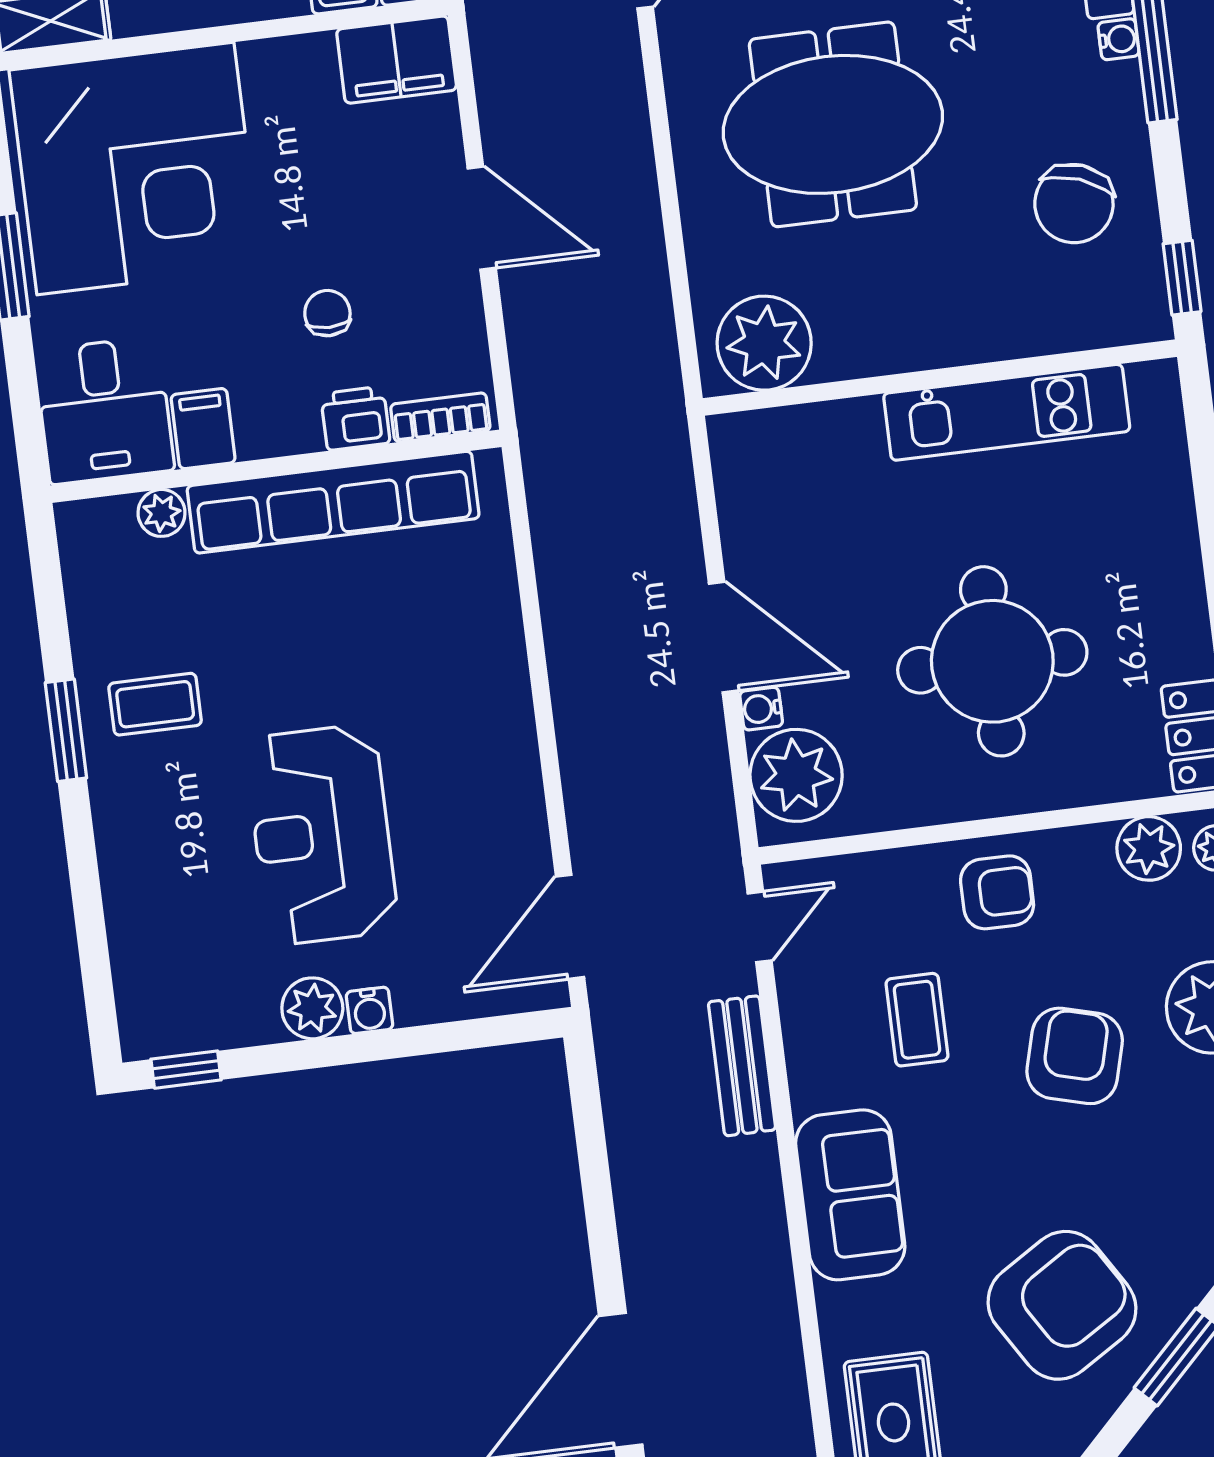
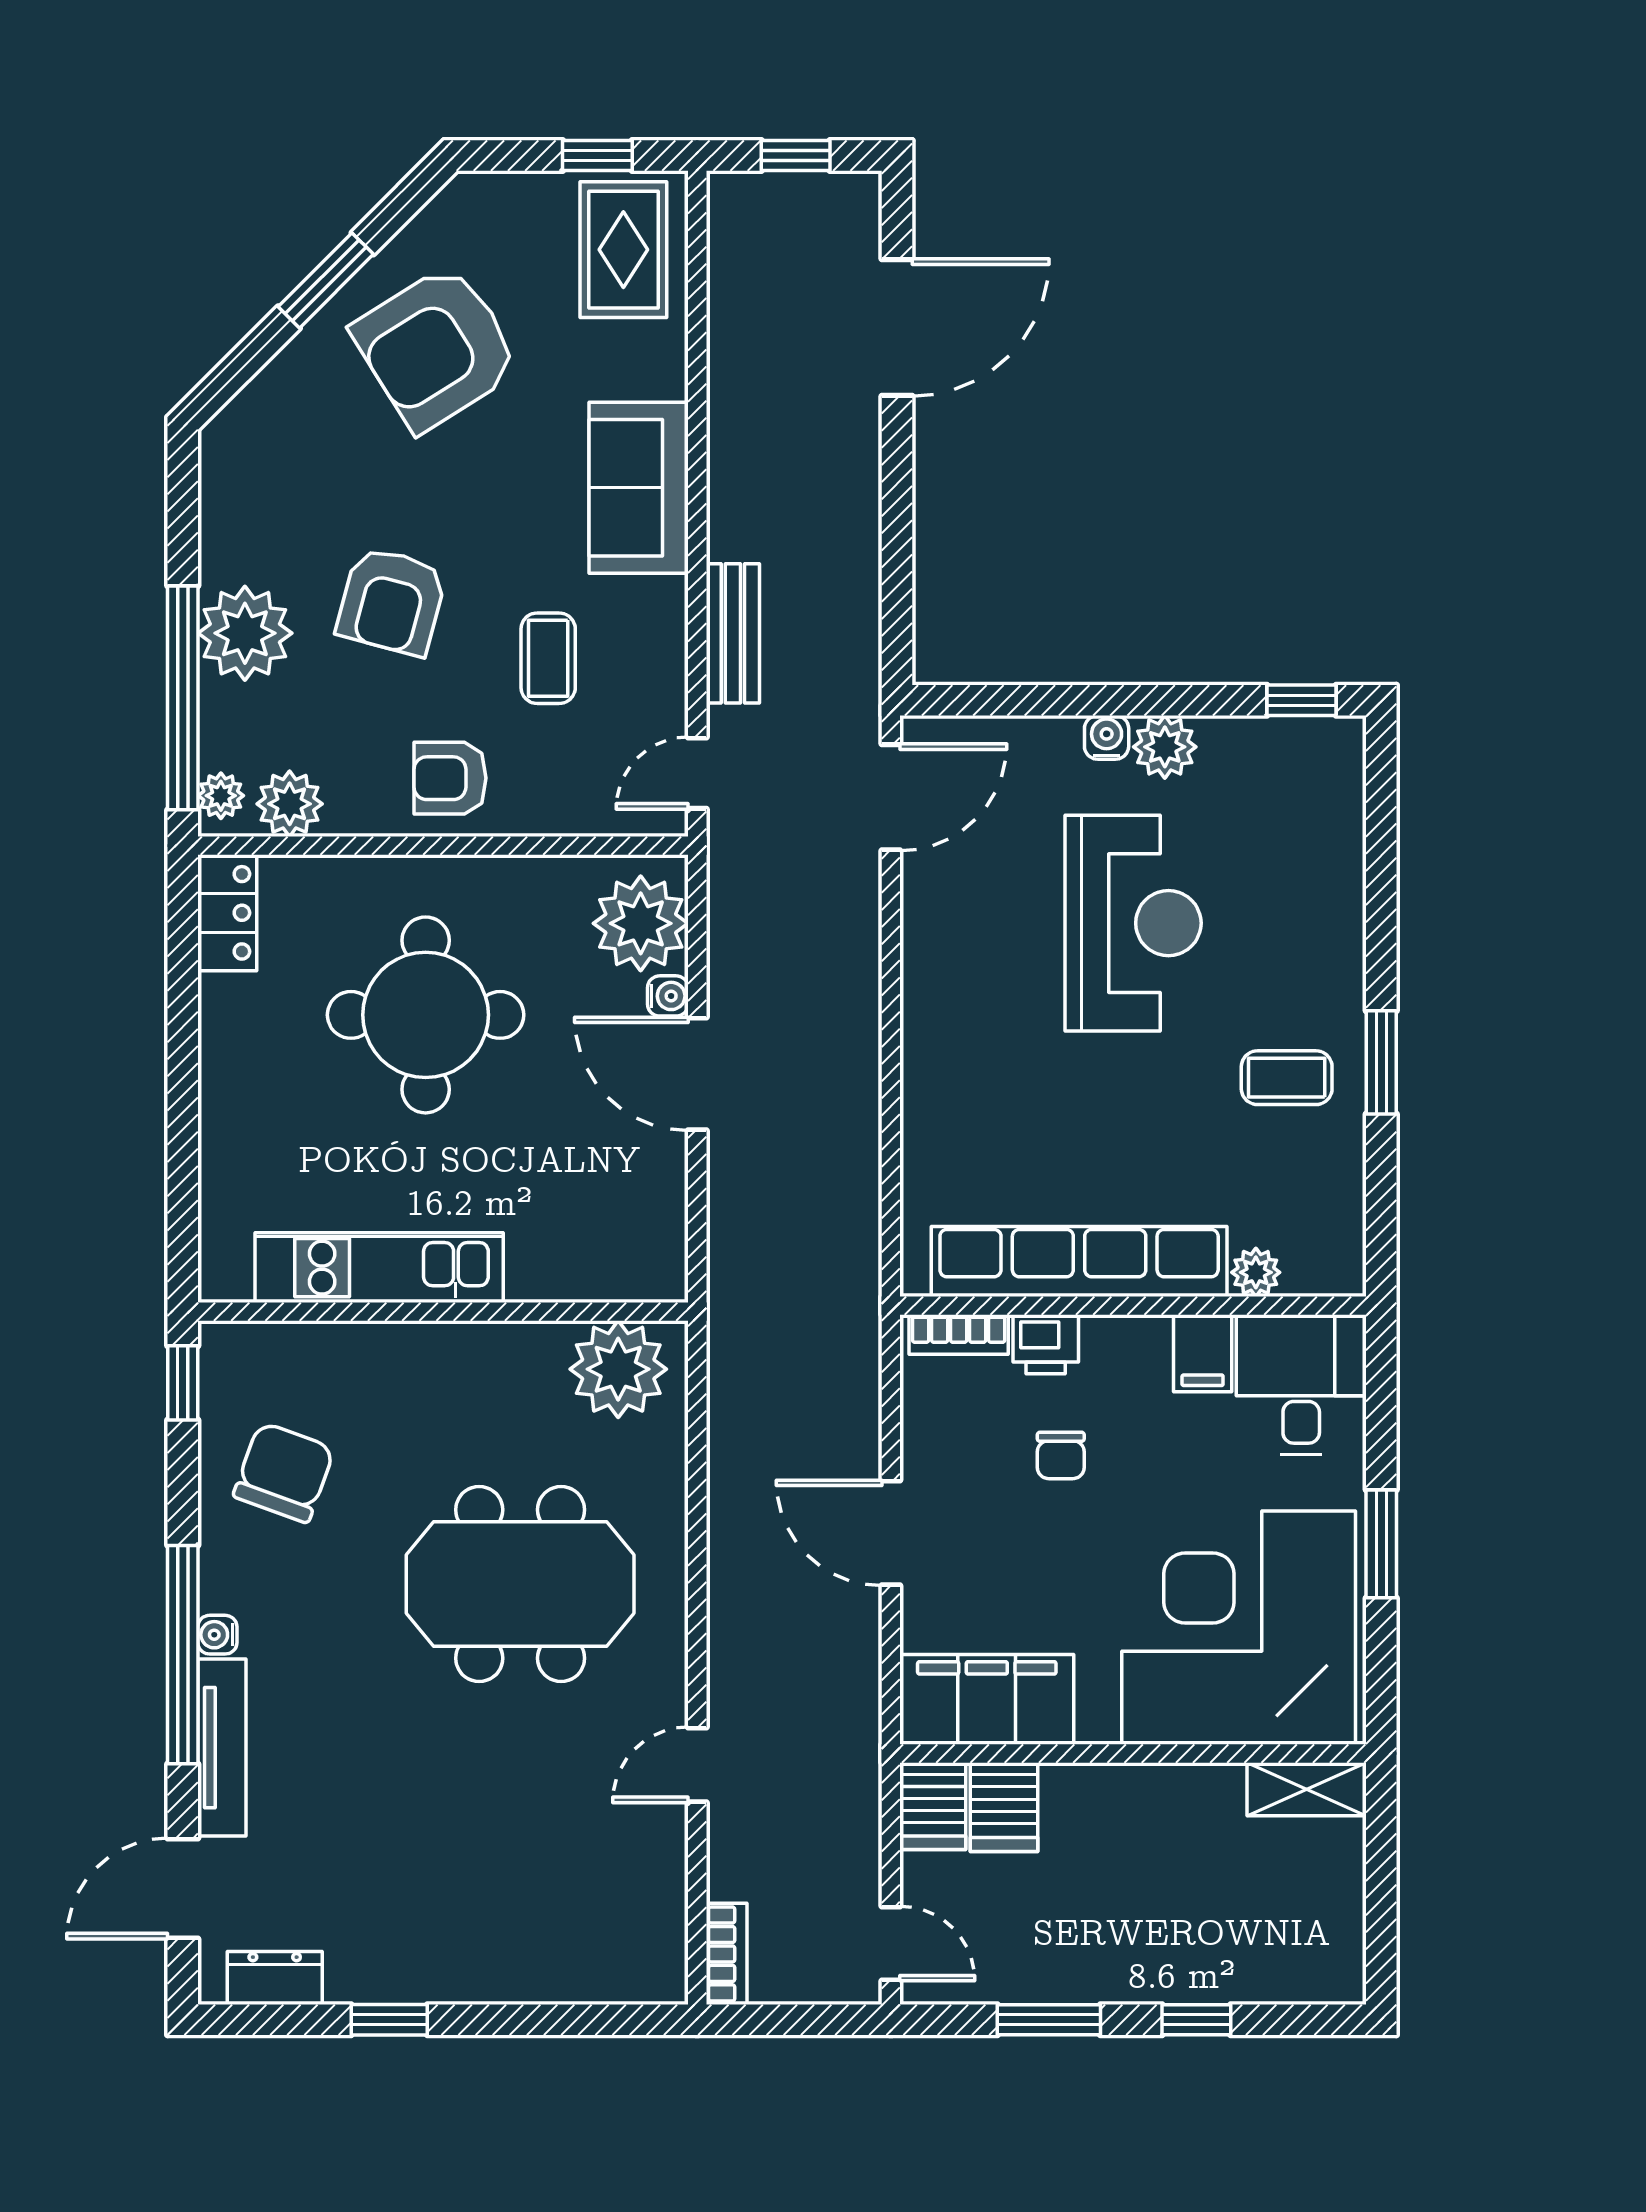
filing cabinet: (397, 60) -> (987, 1699), width x1.50, depth x1.17

